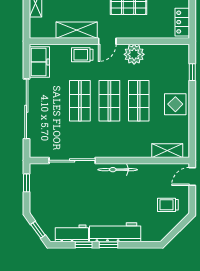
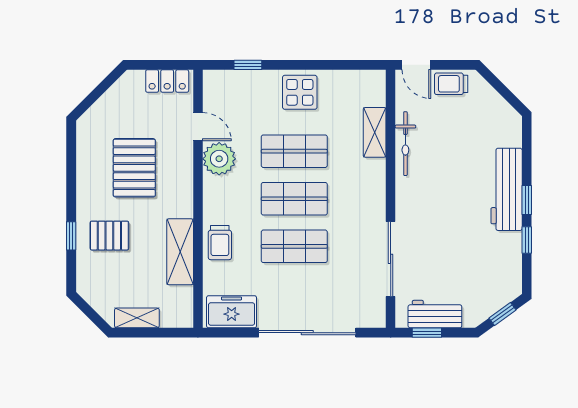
door: (107, 41) -> (198, 127), moved
shelving: (167, 151) -> (375, 132), moved
bicycle: (118, 170) -> (405, 144), moved
trolley: (168, 205) -> (451, 84), moved, turned 90
workbench: (72, 233) -> (435, 314), moved, turned 90

